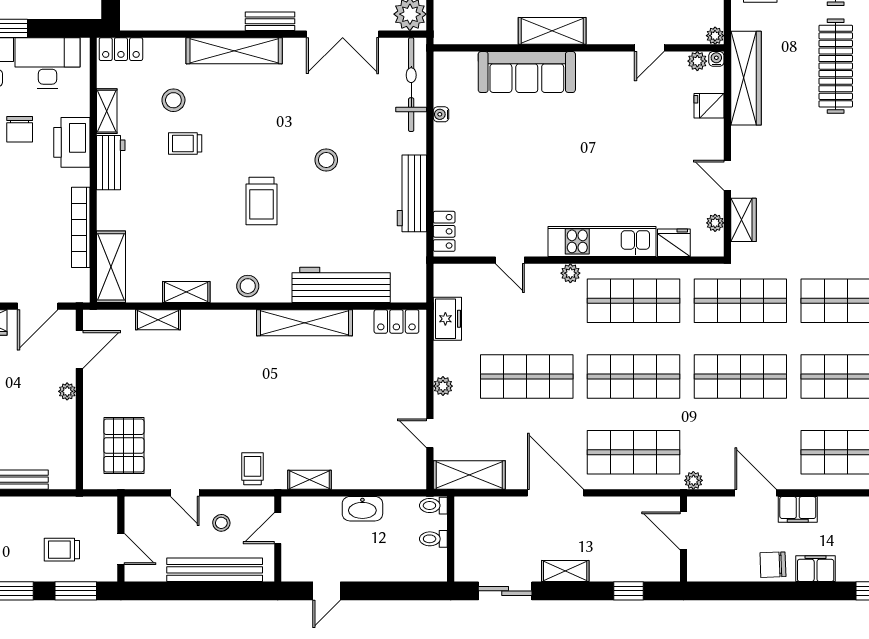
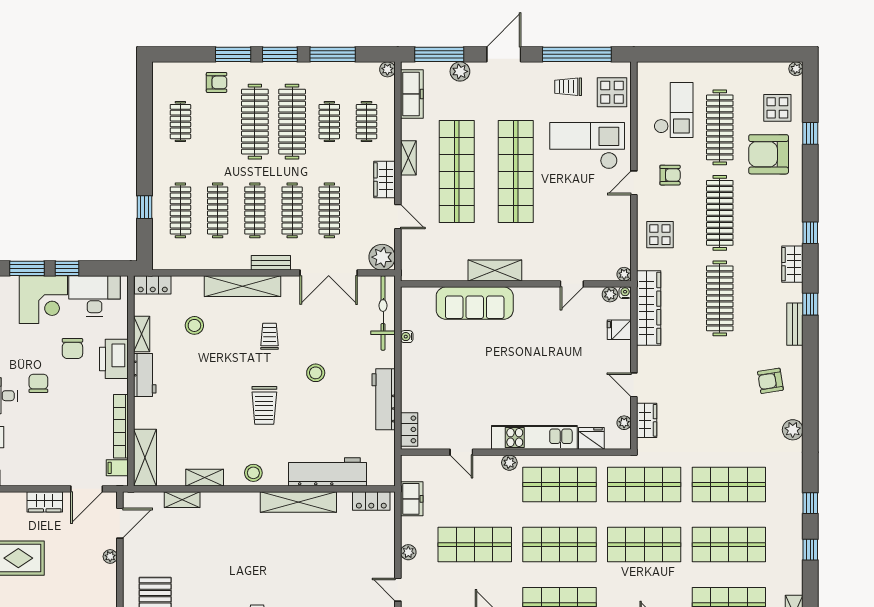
trolley: (185, 143) -> (270, 336), moved, turned 90
filing cabinet: (76, 280) -> (117, 468), added

